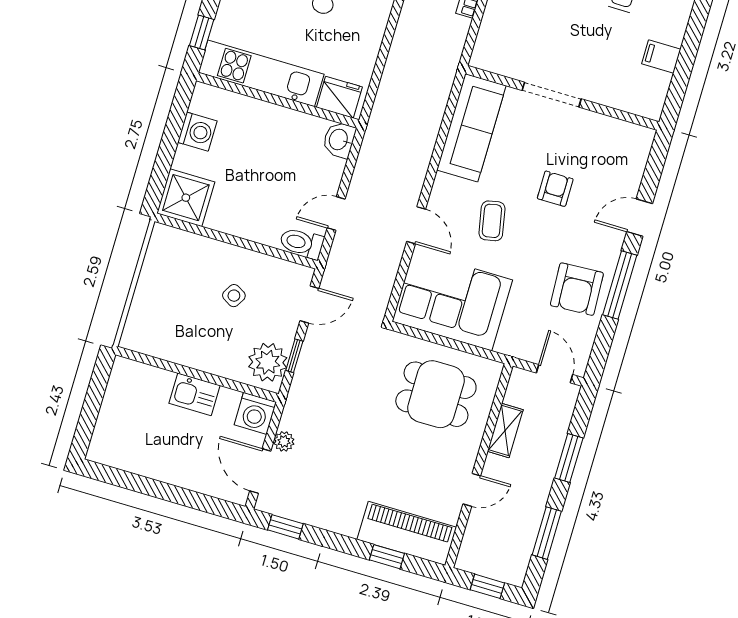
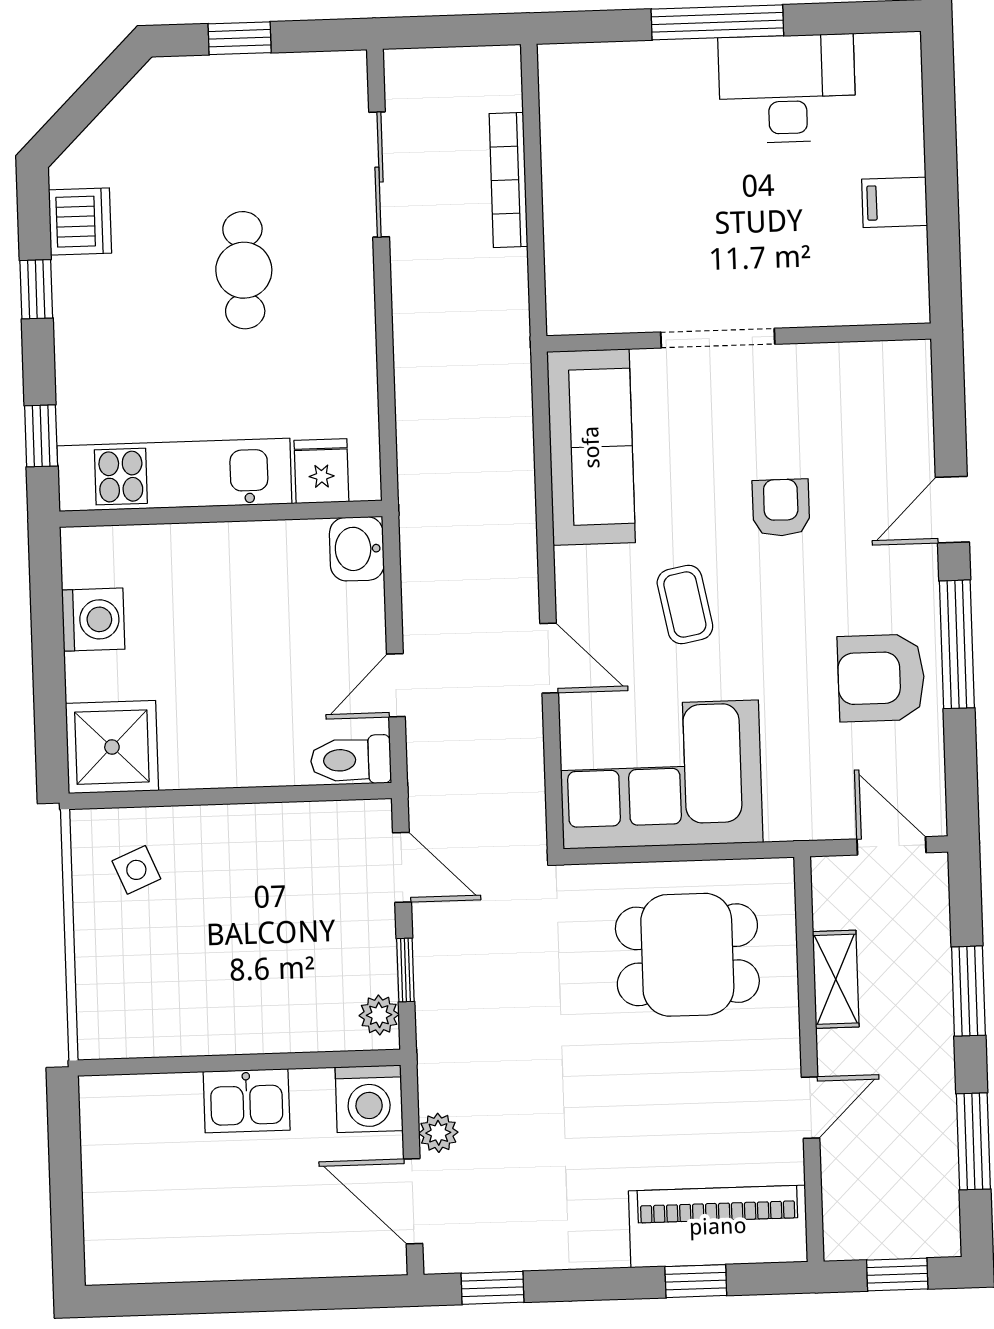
fridge: (339, 97) -> (321, 471), width x0.72
armchair: (577, 289) -> (881, 678), turned 93
side table: (234, 296) -> (136, 870), moved, turned 36
door: (309, 304) -> (402, 867), hinge flipped
plant: (268, 362) -> (379, 1015), width x0.53, depth x0.53

